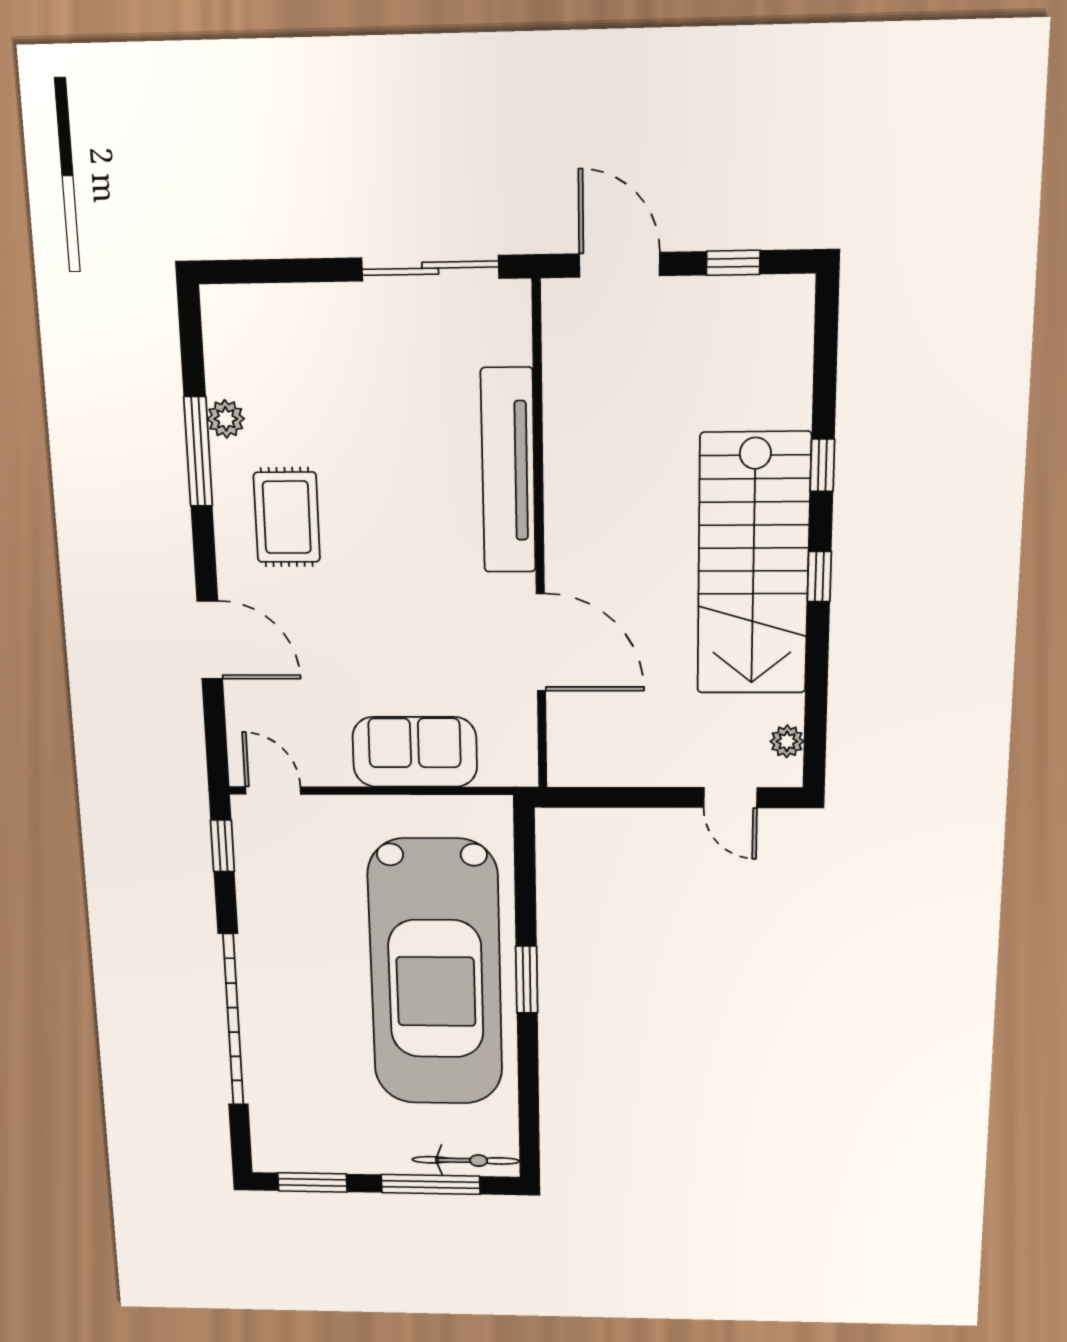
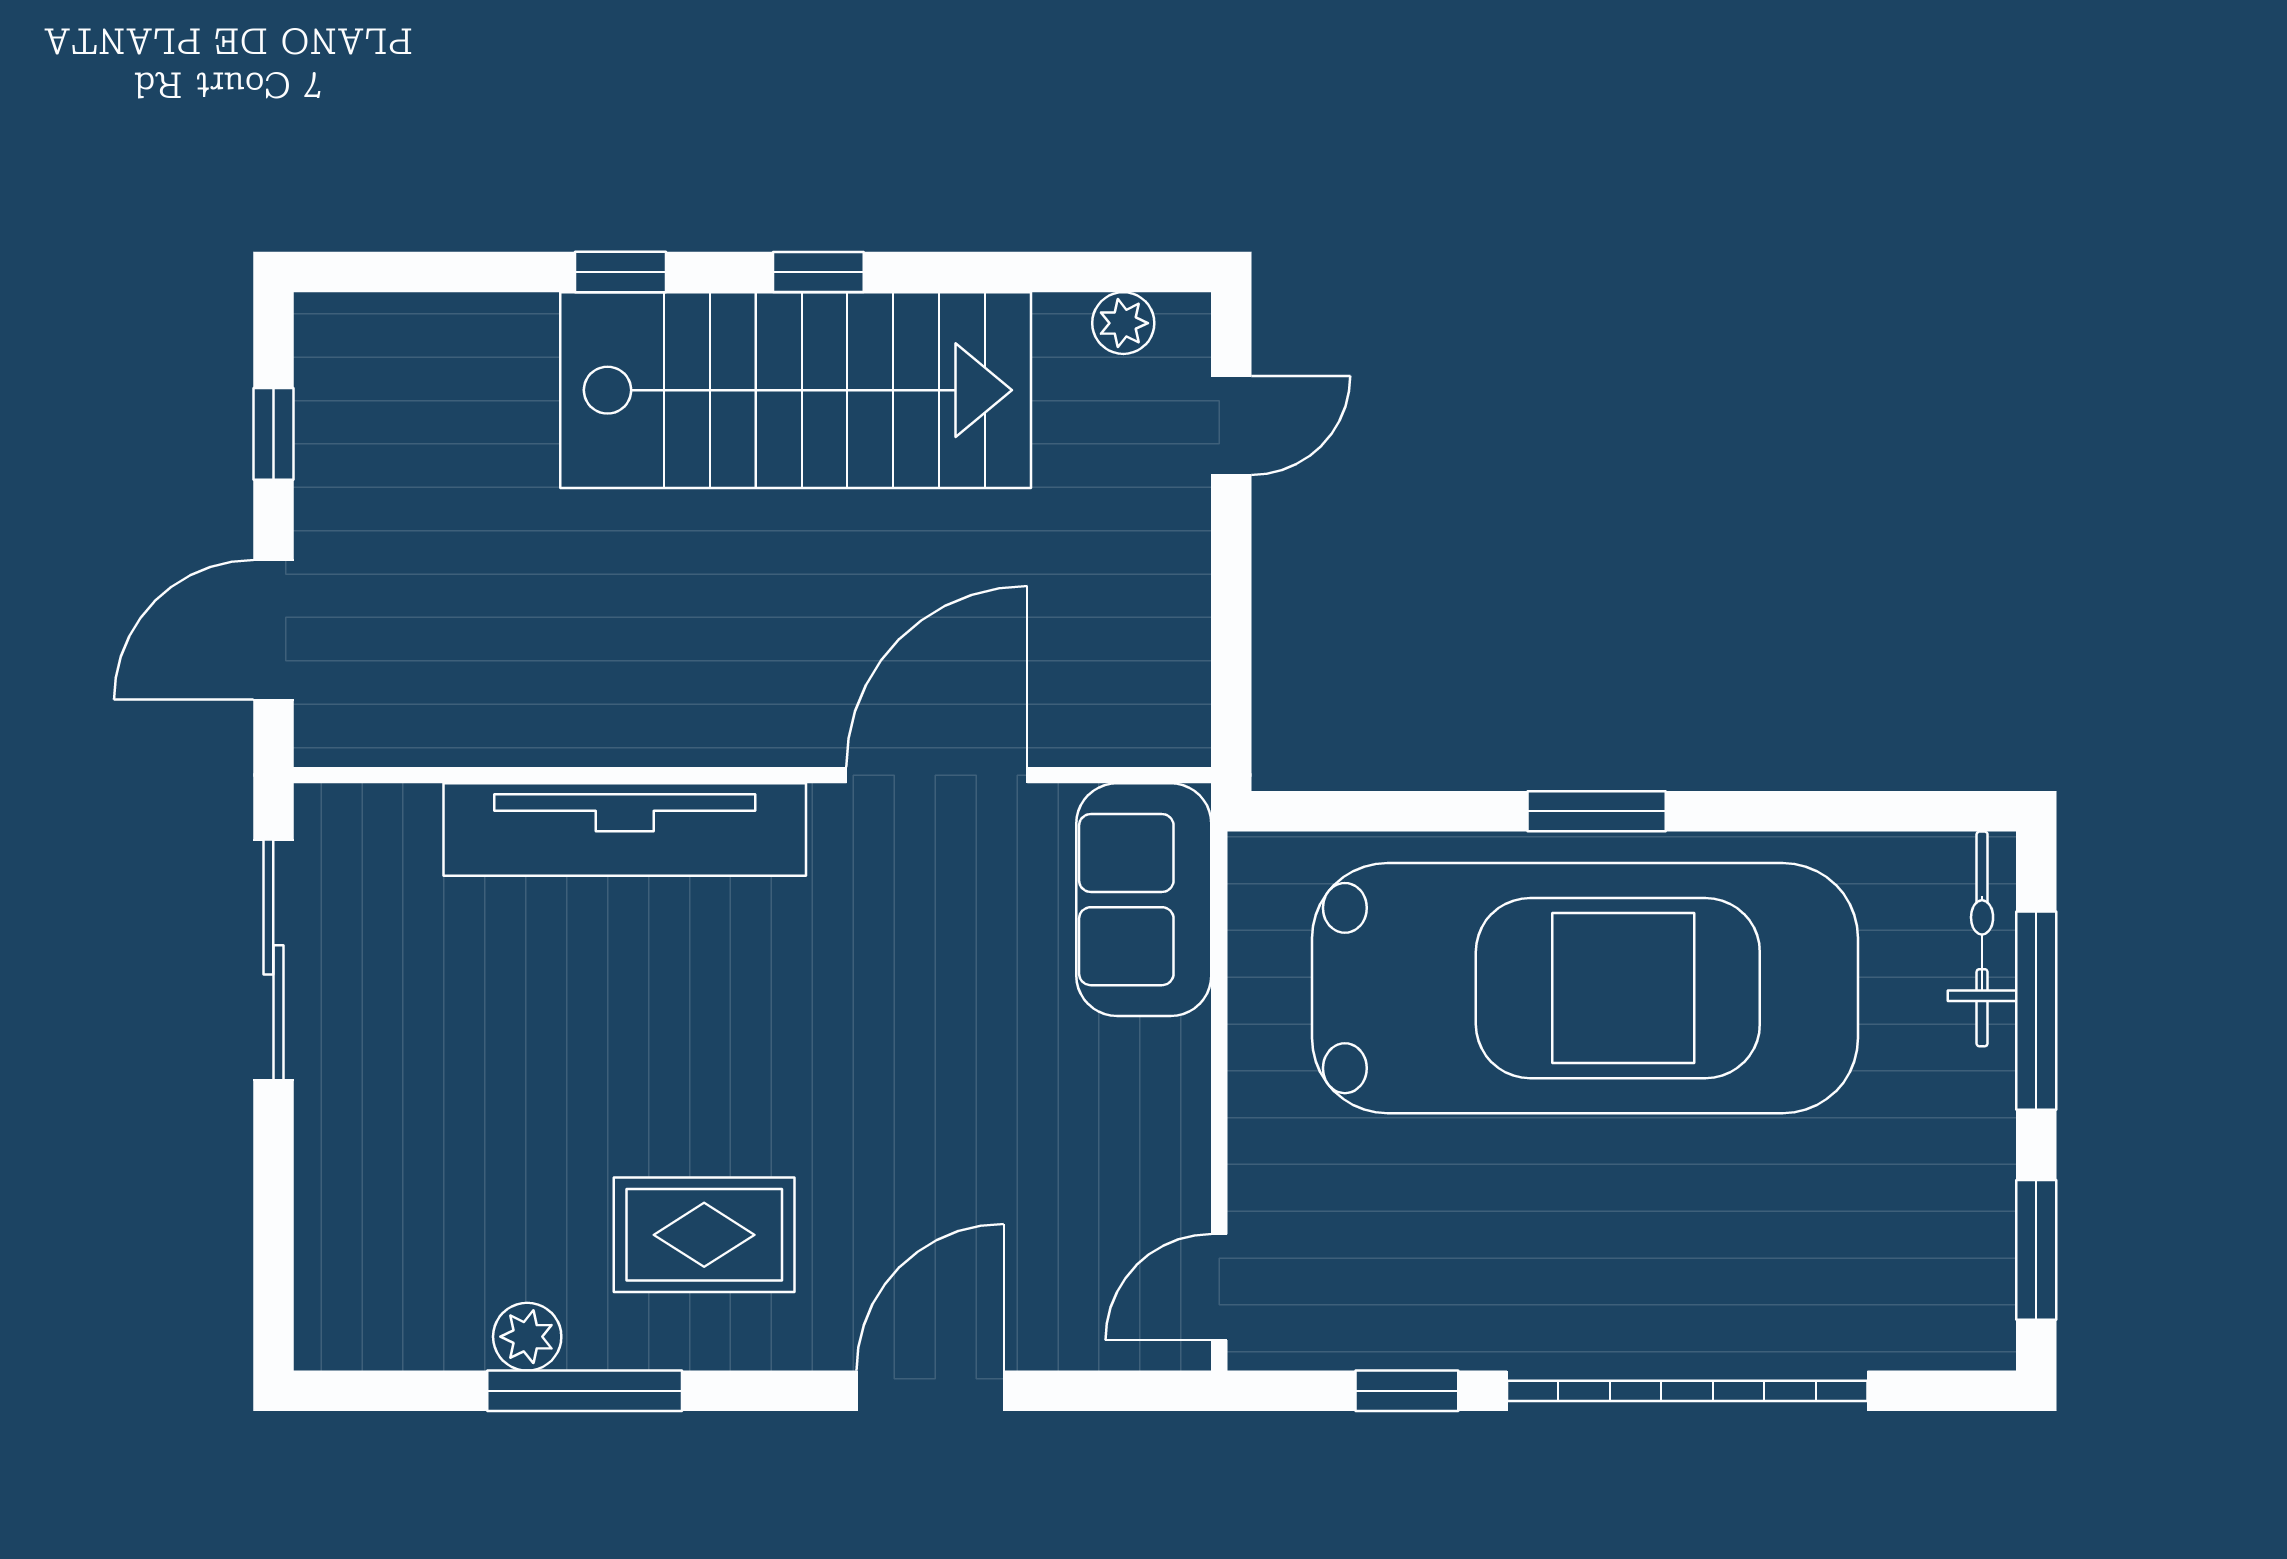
sofa: (415, 752) -> (1144, 900), moved
window: (222, 846) -> (1407, 1391), moved

